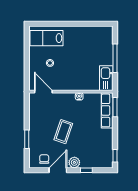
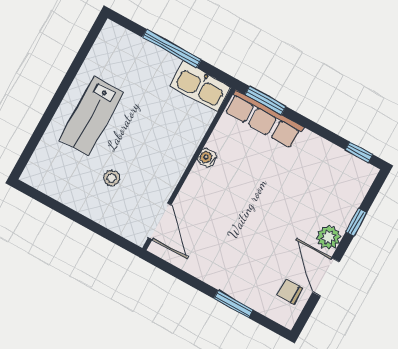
lab bench: (46, 38) -> (91, 116), moved
door: (43, 92) -> (160, 221), swing flipped
coffee table: (63, 132) -> (258, 226), removed

